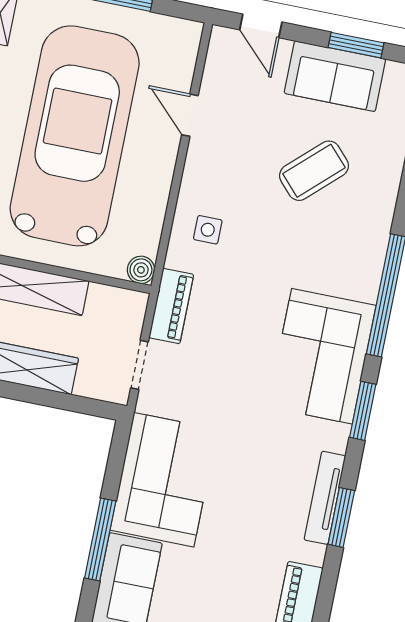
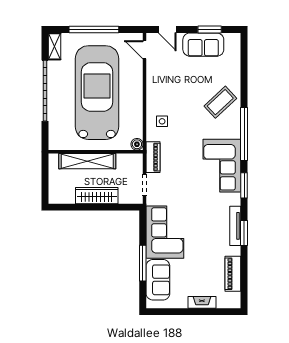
door: (190, 115) -> (145, 50), moved
coffee table: (314, 171) -> (220, 102), moved

